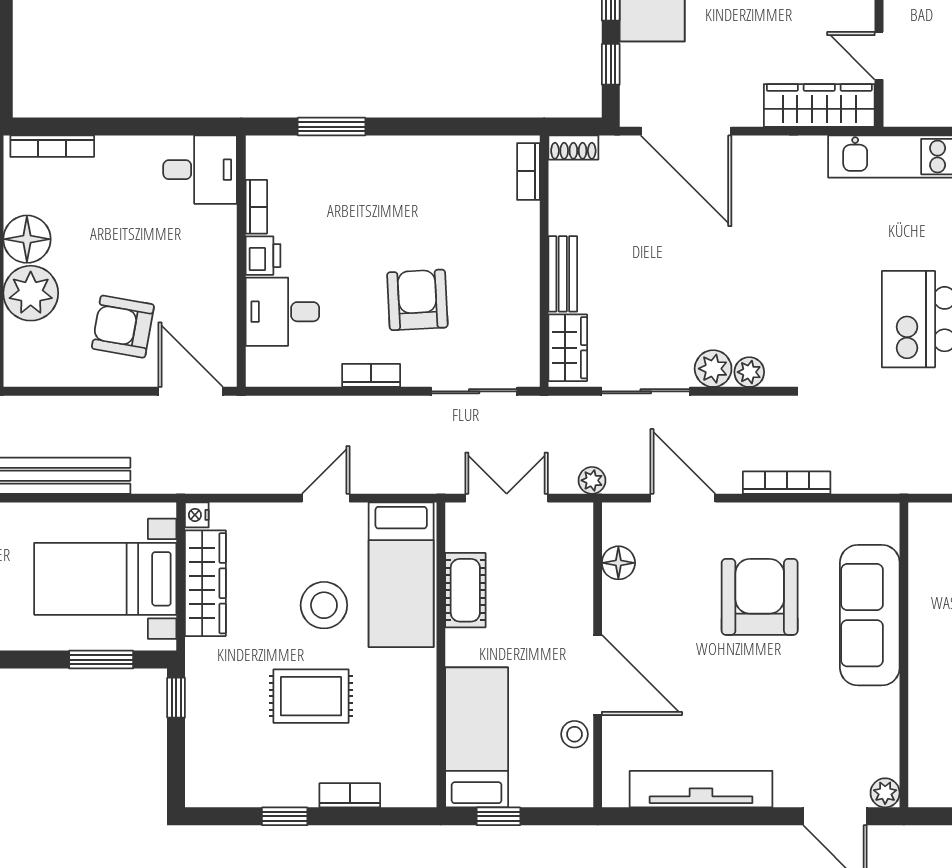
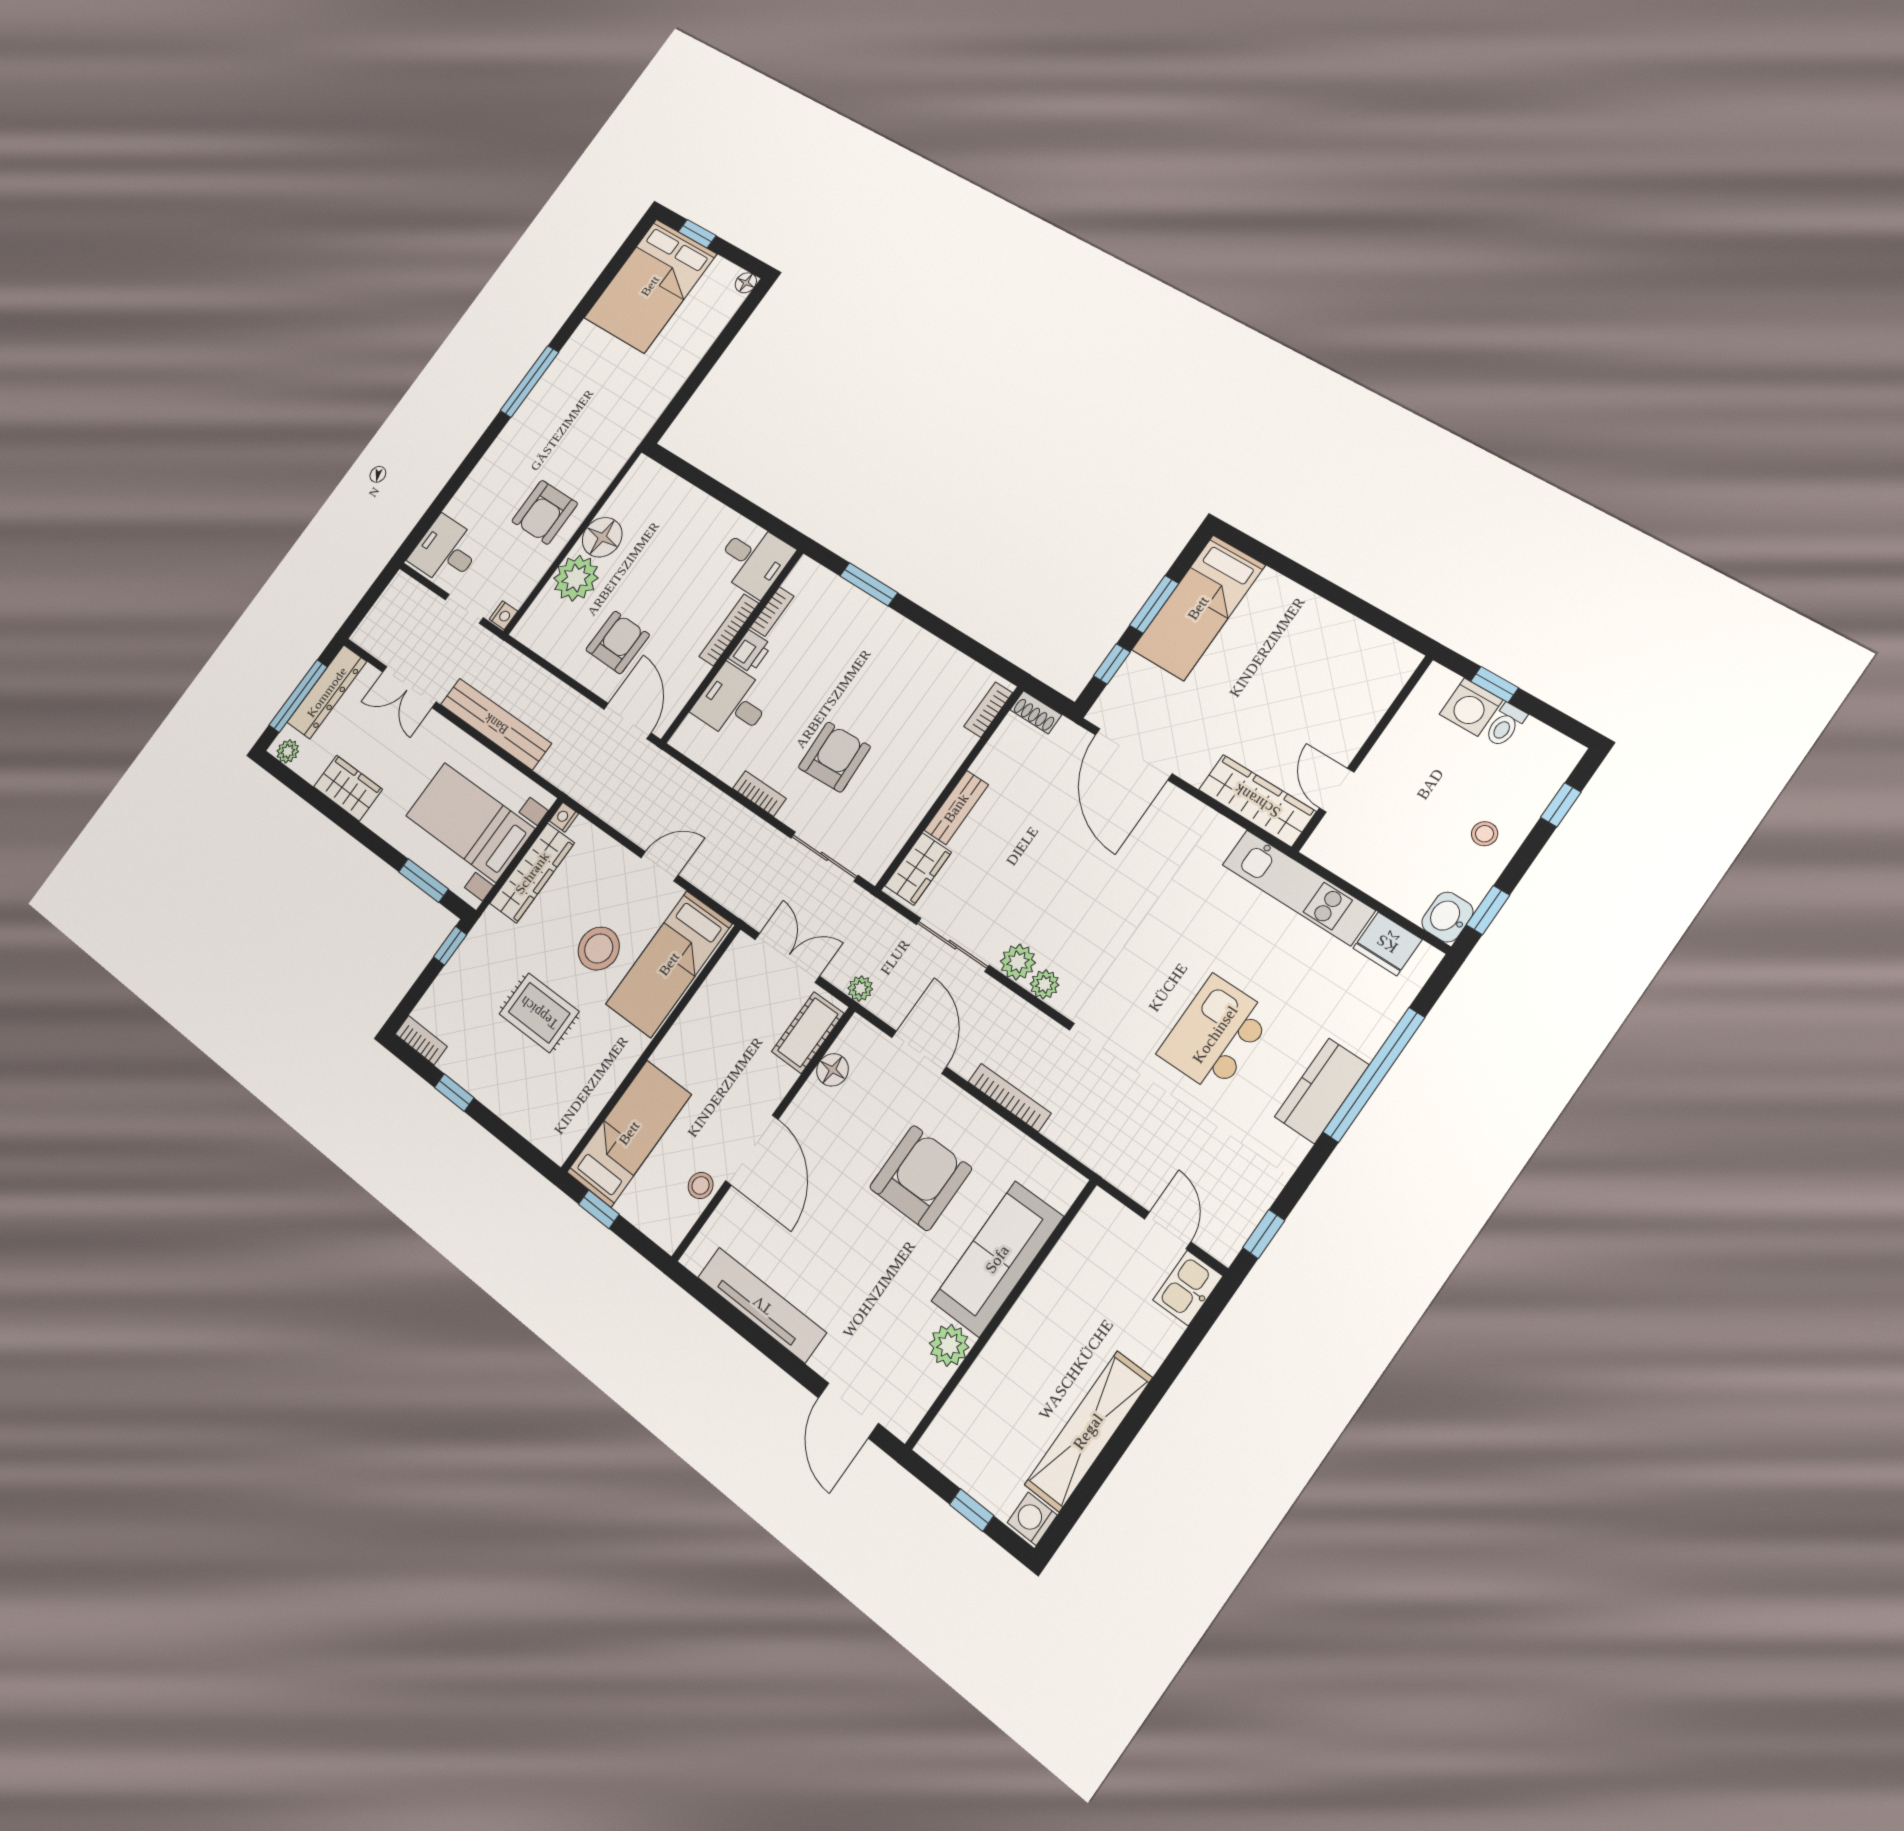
bookcase: (52, 146) -> (729, 630), moved, turned 90
armchair: (123, 327) -> (618, 642), turned 81
cot: (465, 590) -> (808, 1032), moved
plant: (885, 793) -> (949, 1345), moved, width x1.38, depth x1.38
bookcase: (350, 795) -> (421, 1040), moved

